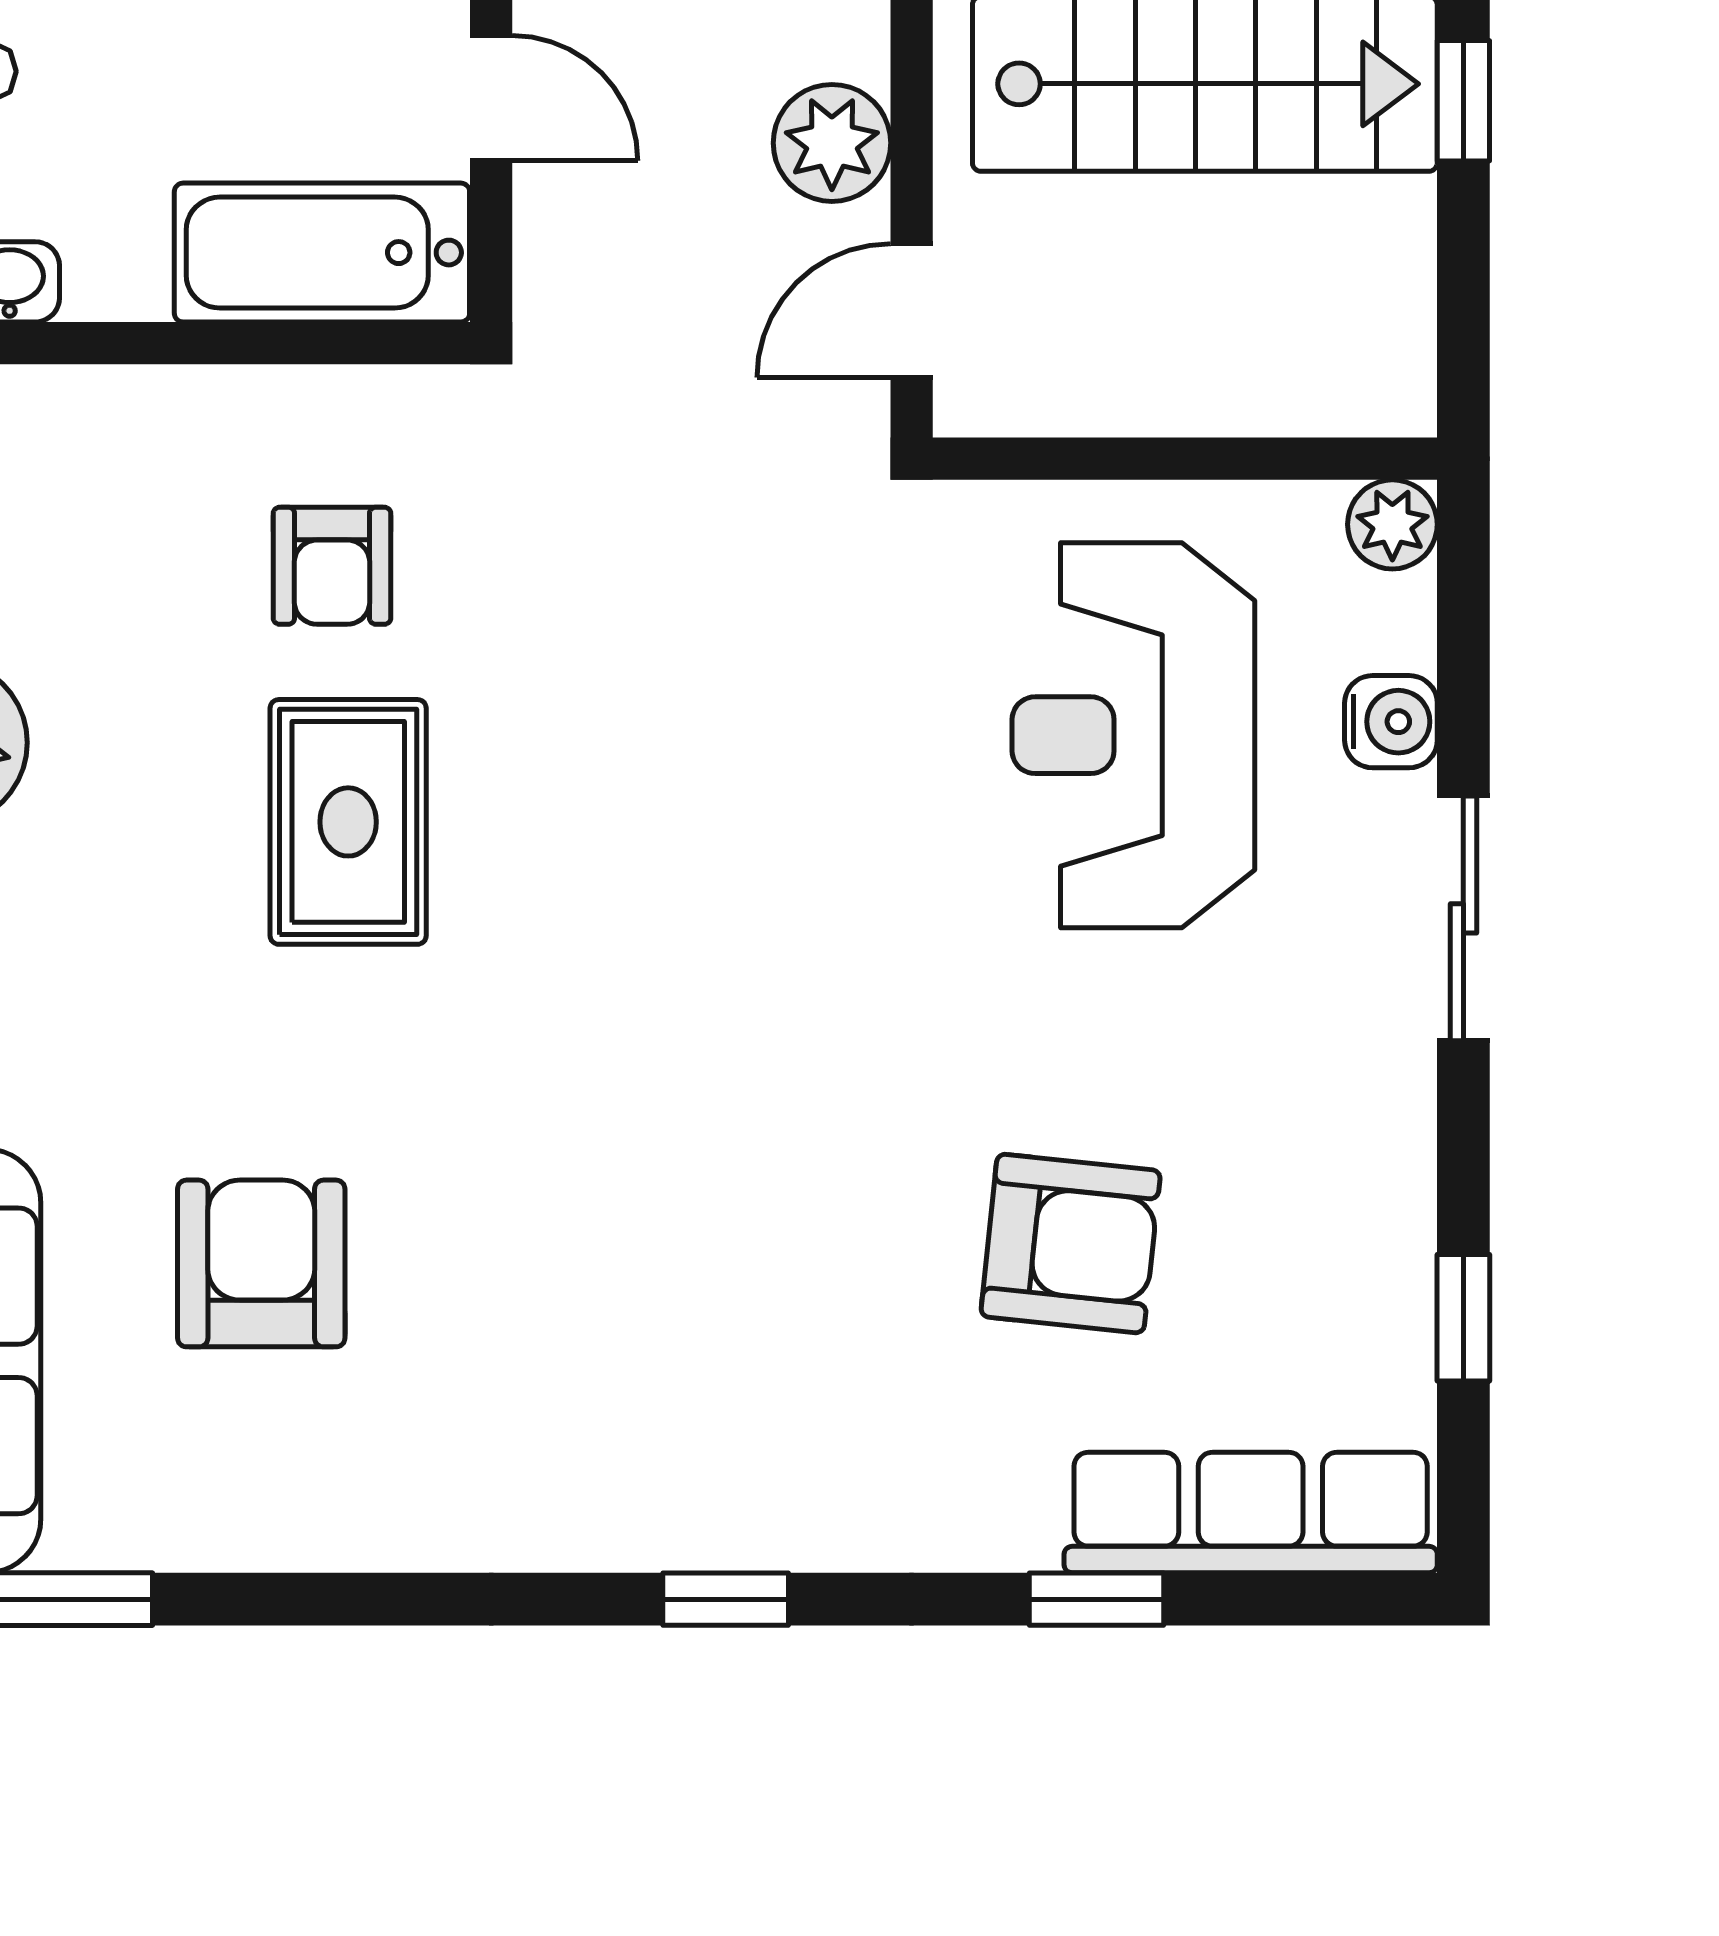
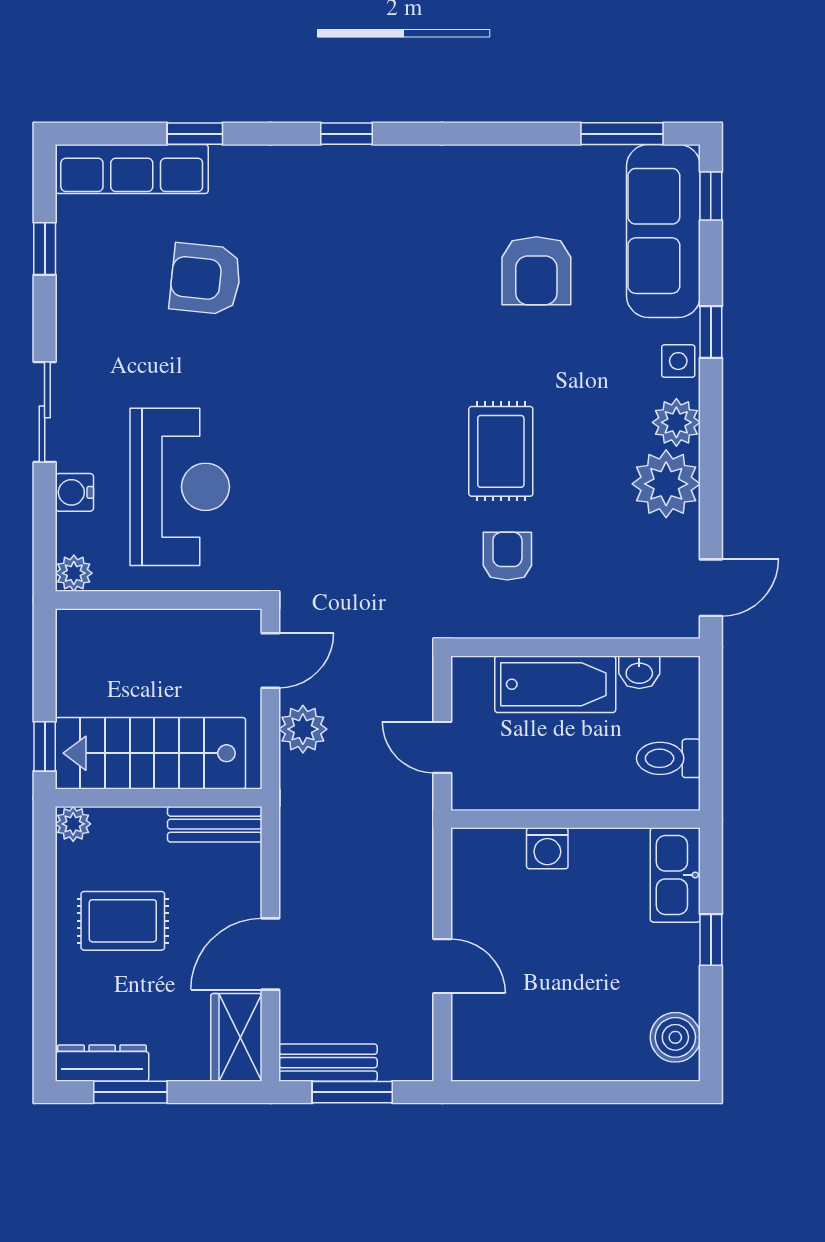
bathtub: (322, 253) -> (555, 684), moved

